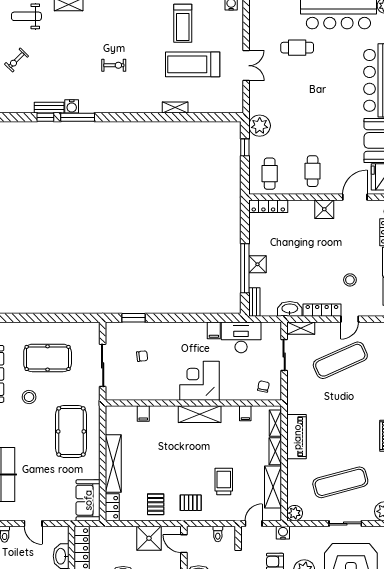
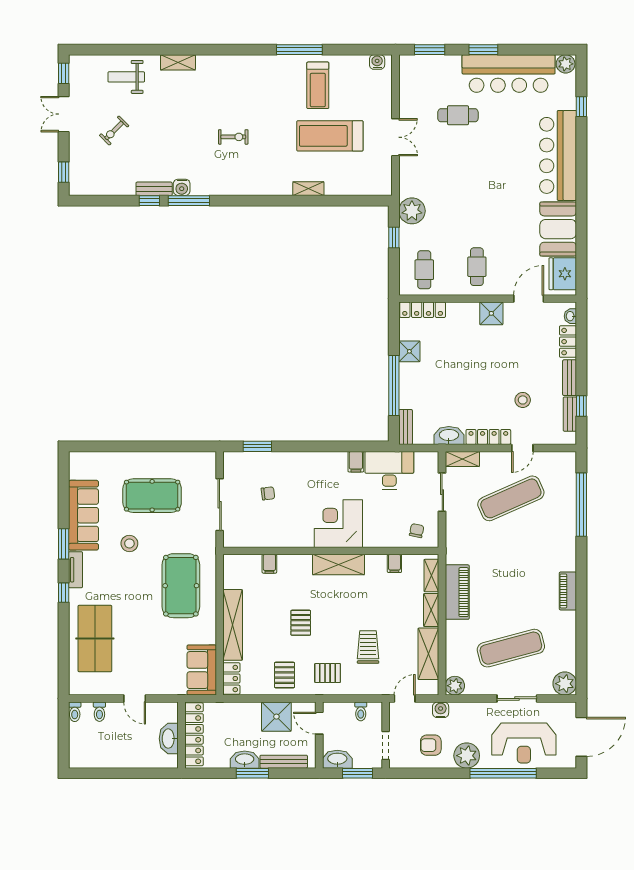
shower: (257, 264) -> (409, 351), moved
pallet: (169, 462) -> (301, 623), added

